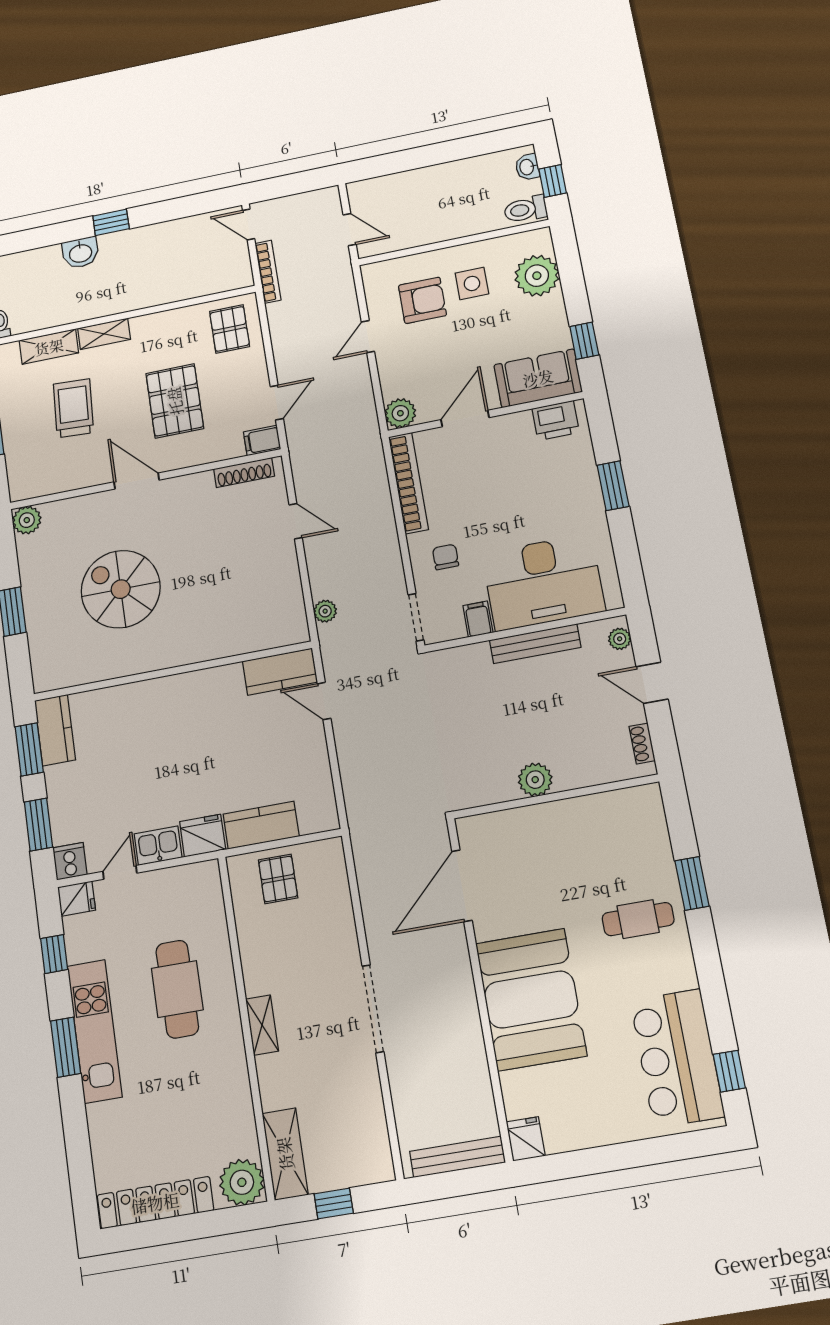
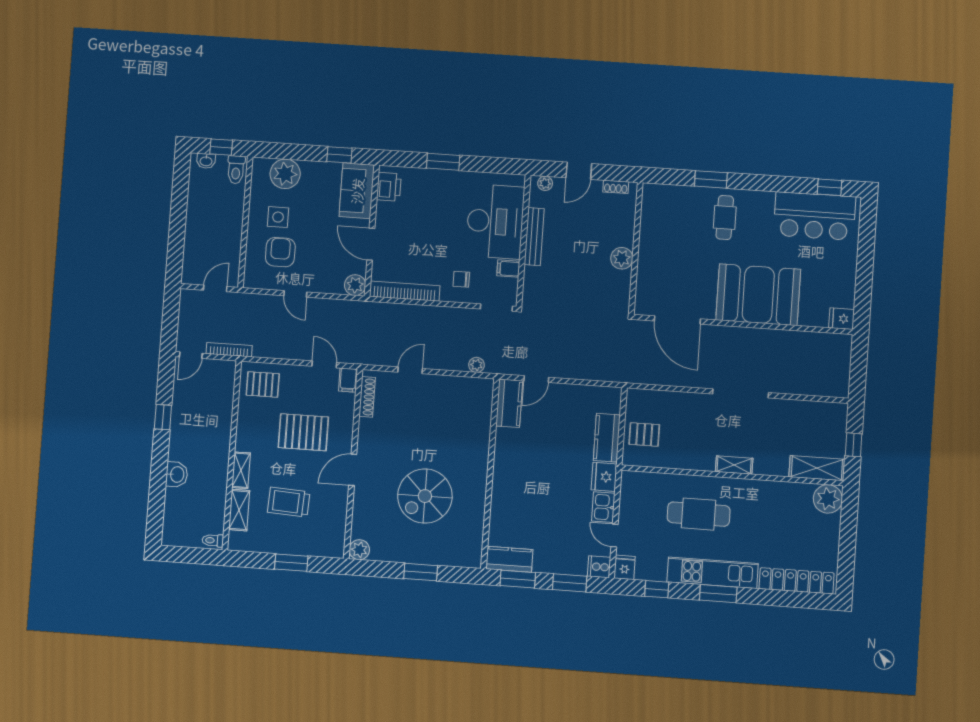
window: (111, 222) -> (163, 417), moved
bench: (457, 1157) -> (843, 363), removed
locker: (155, 1203) -> (797, 581), moved, turned 90

